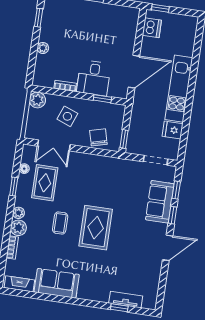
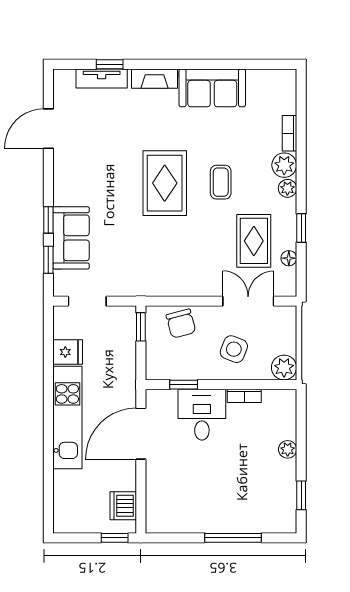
door: (168, 248) -> (48, 129), moved
fireplace: (19, 284) -> (155, 79), moved

